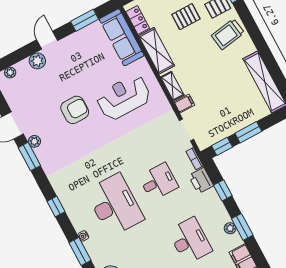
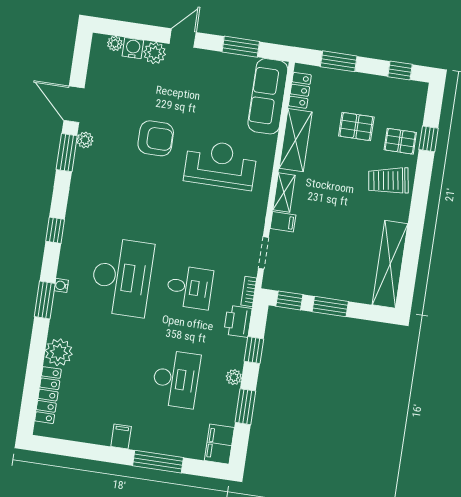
water cooler: (23, 67) -> (133, 48), added
plant: (230, 228) -> (234, 377), moved

